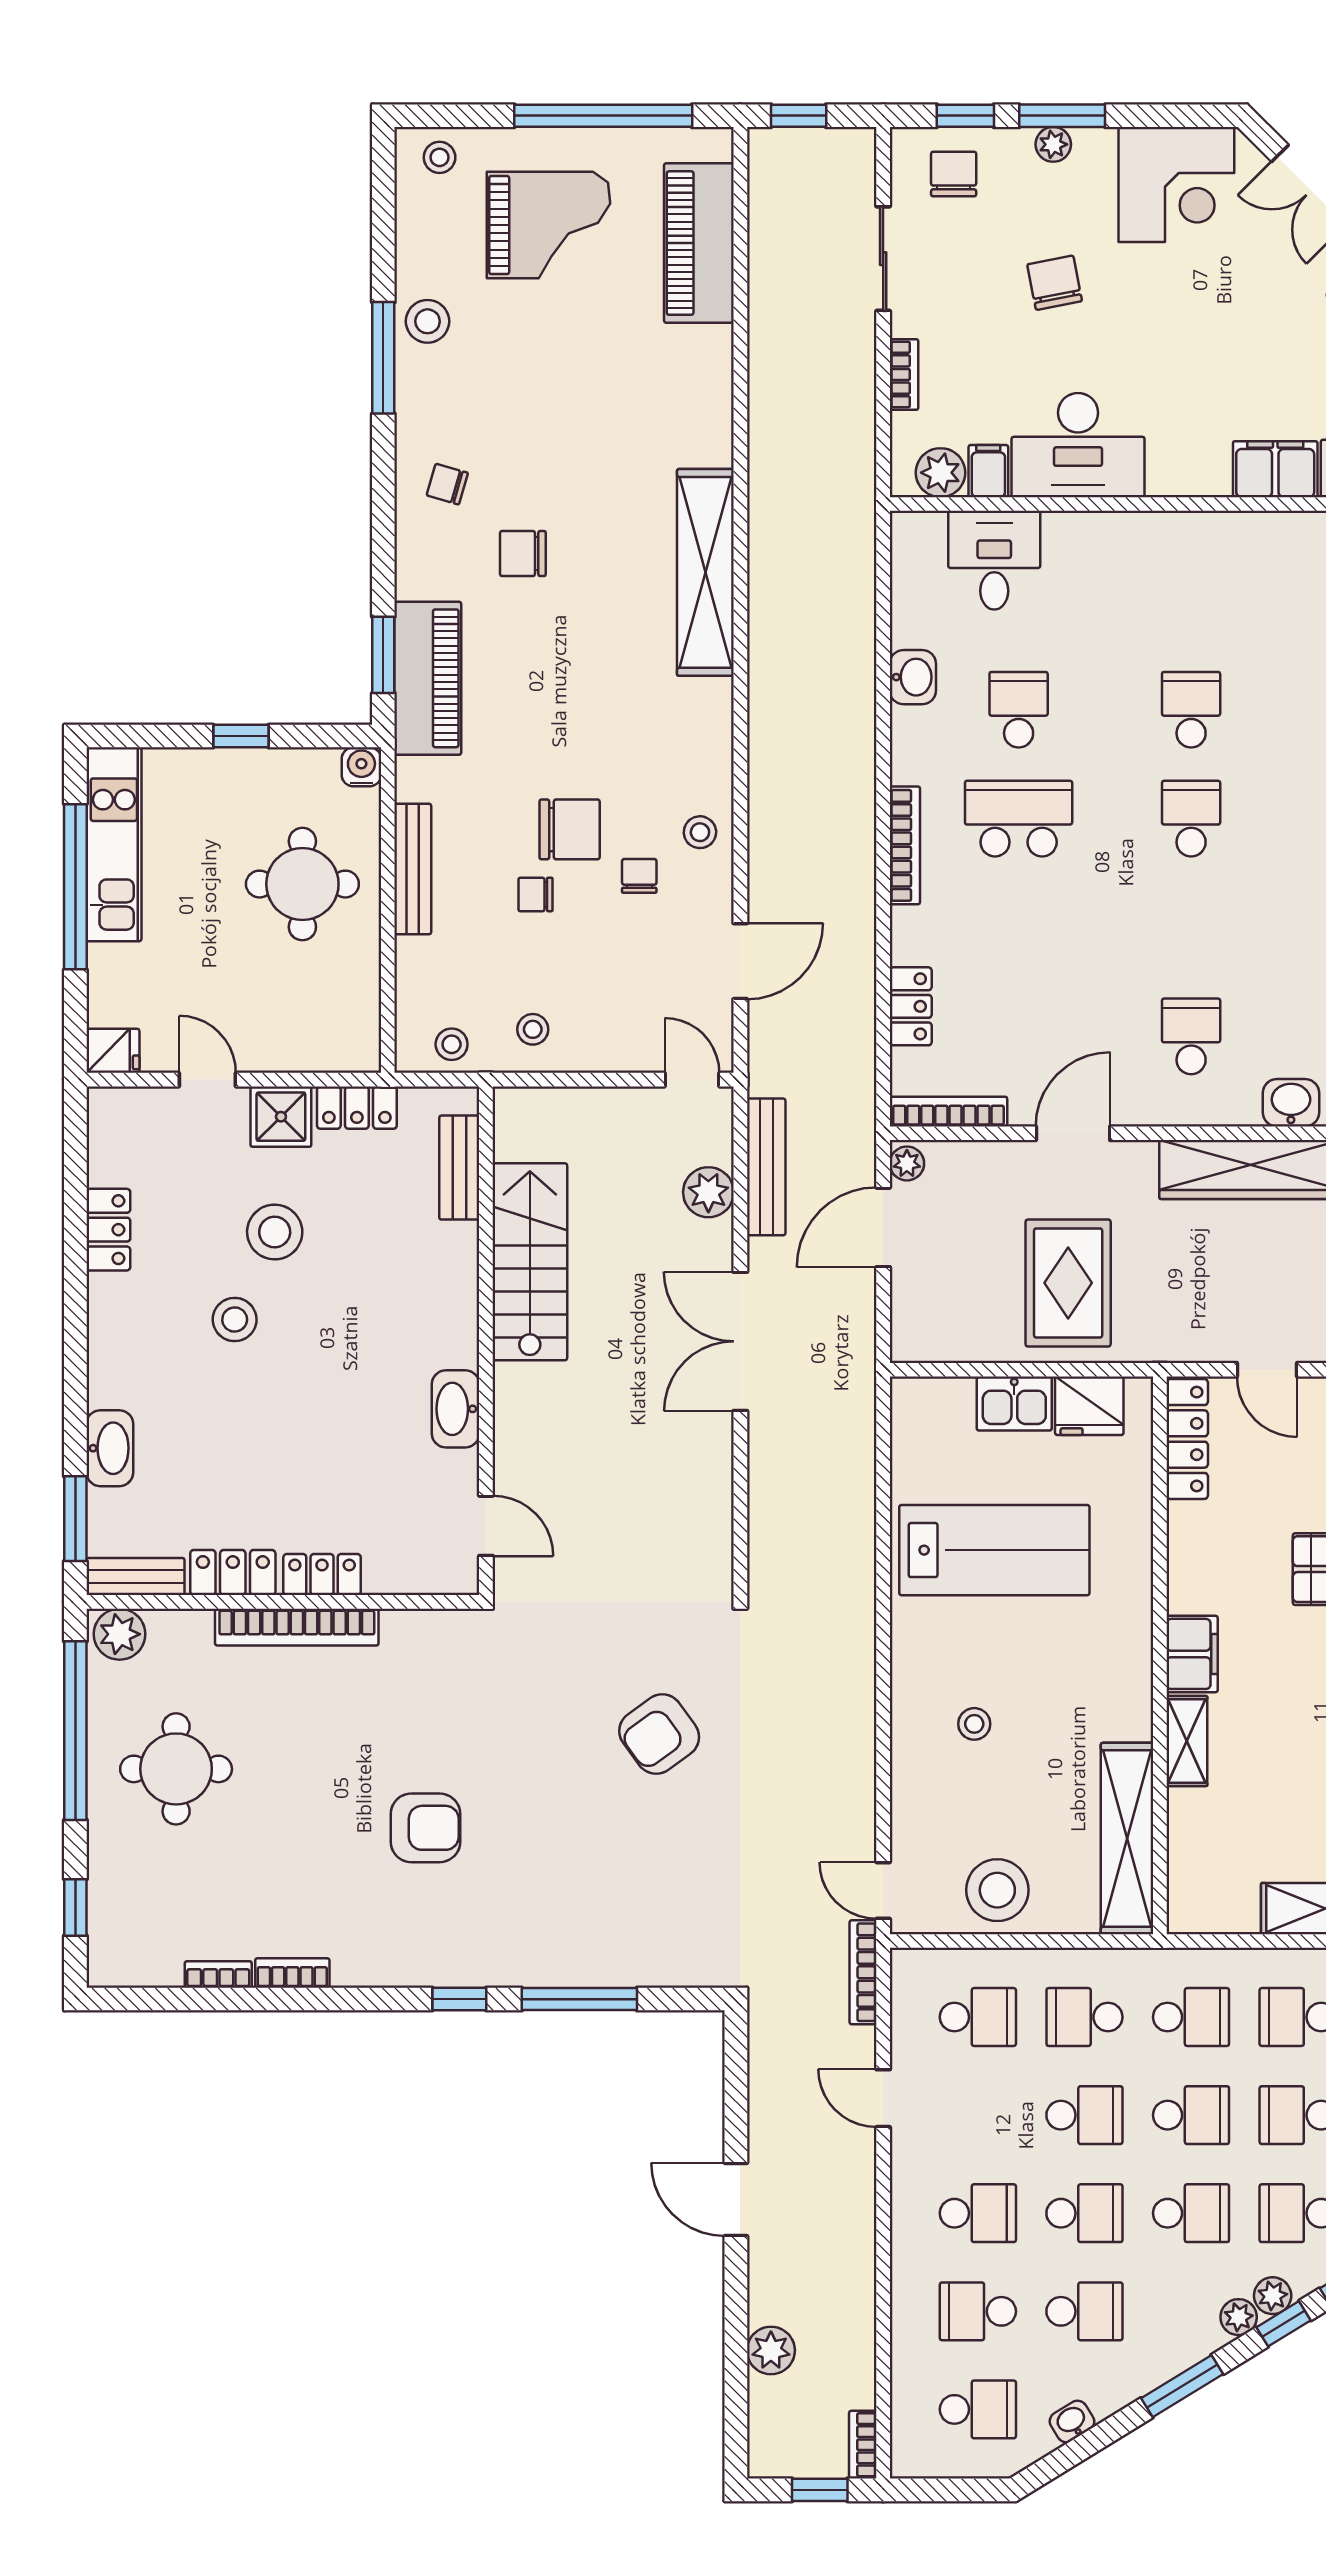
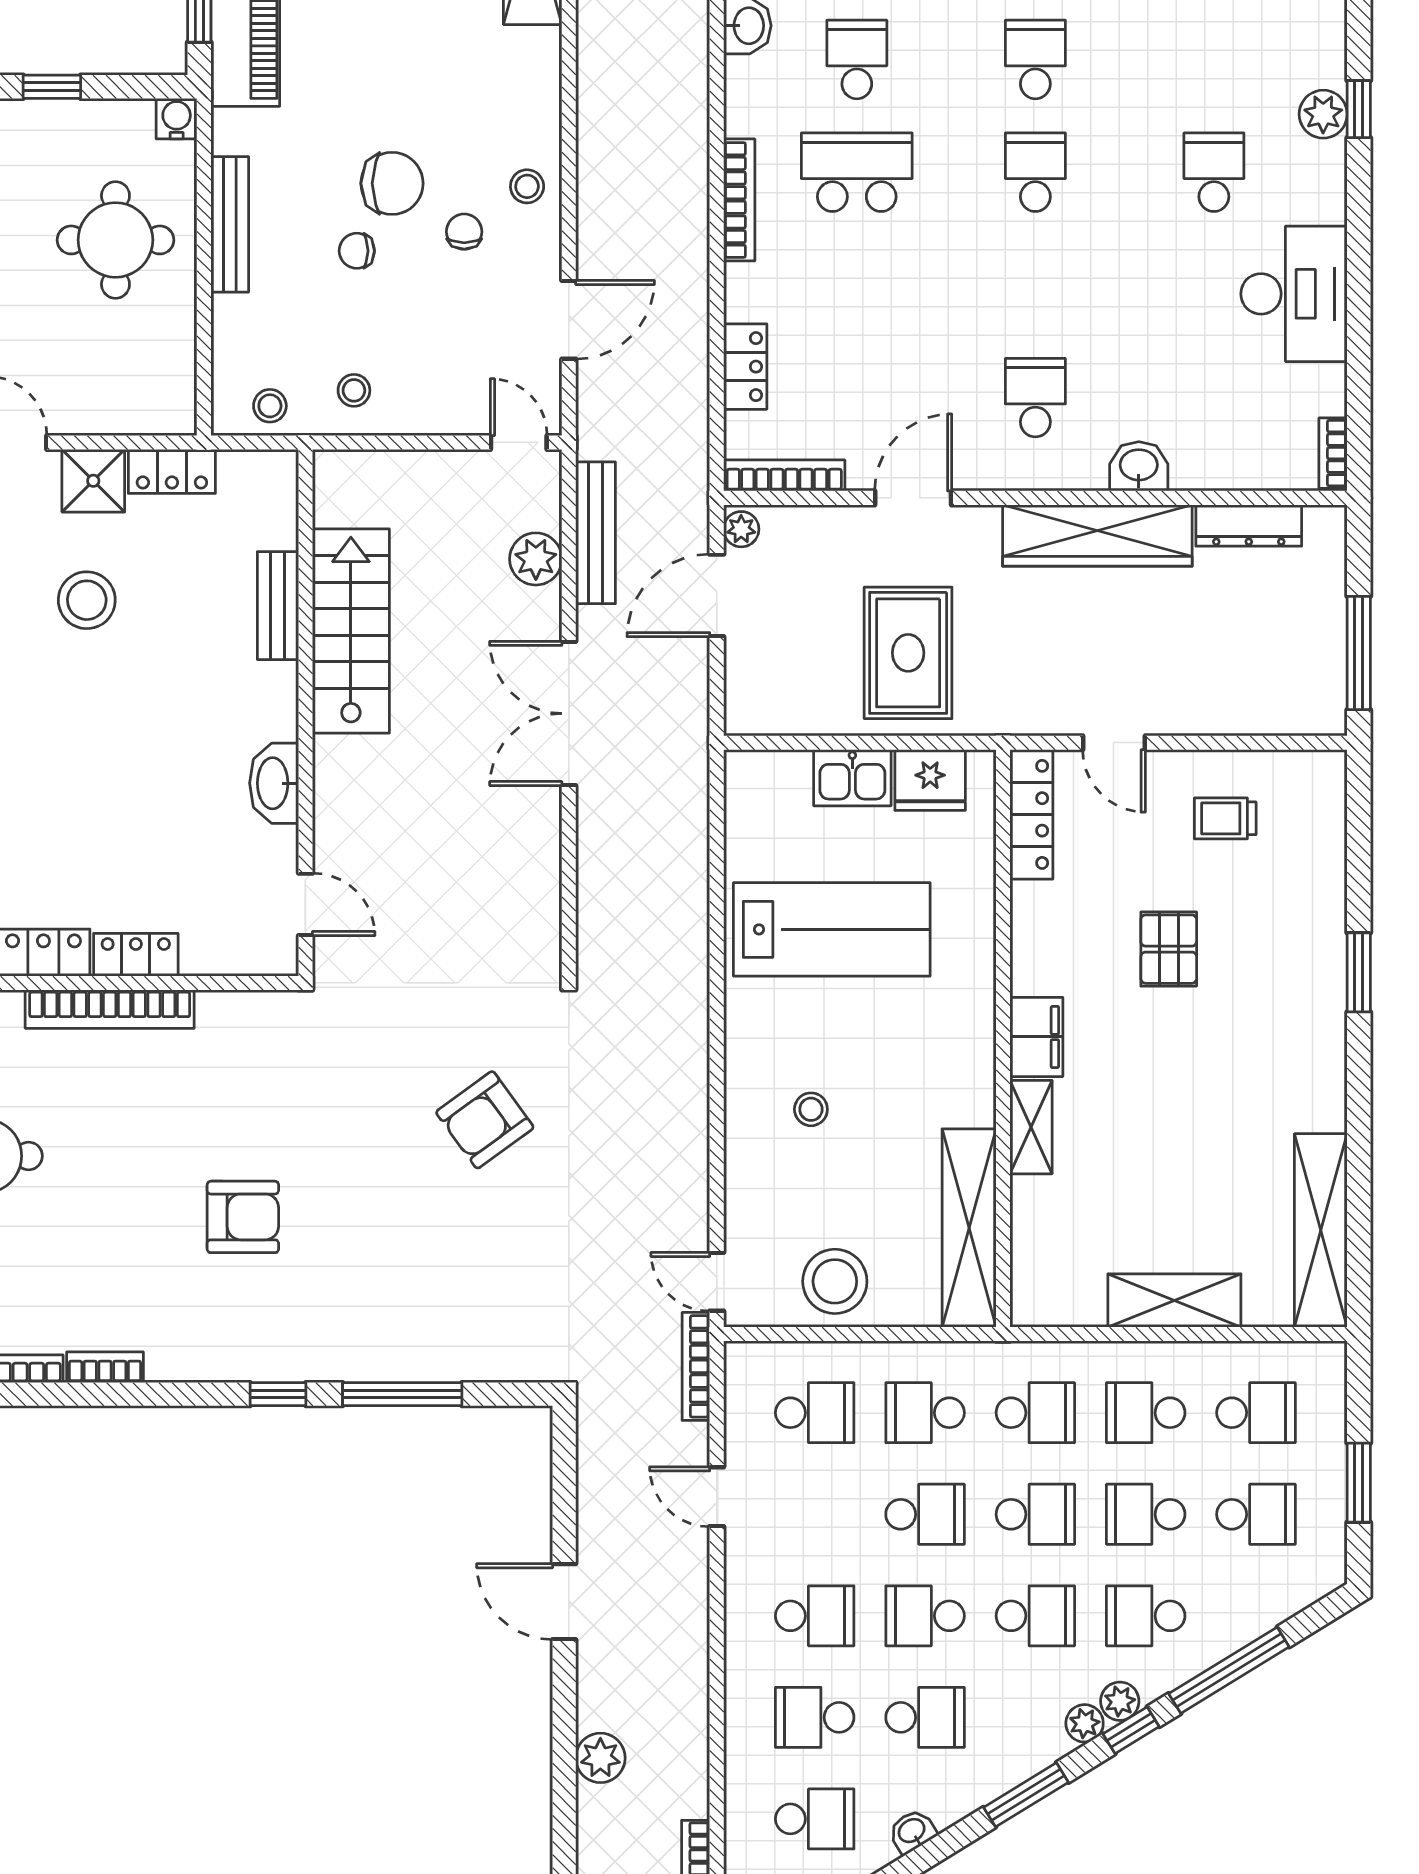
bench: (459, 1168) -> (278, 606), moved
stool: (235, 1319) -> (45, 691), removed
school desk: (1084, 2213) -> (925, 1616), turned 180

